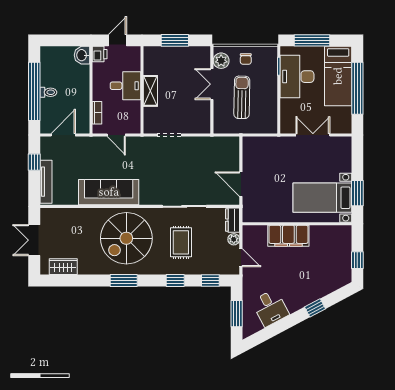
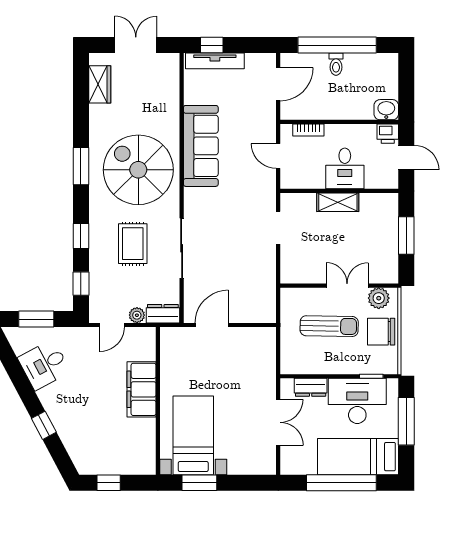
chair: (246, 59) -> (381, 332), width x1.87, depth x1.87
dresser: (287, 111) -> (311, 387), added
door: (63, 135) -> (278, 84), hinge flipped
door: (116, 135) -> (278, 156), hinge flipped
window: (34, 162) -> (212, 45), moved
rug: (181, 242) -> (133, 244), turned 90

